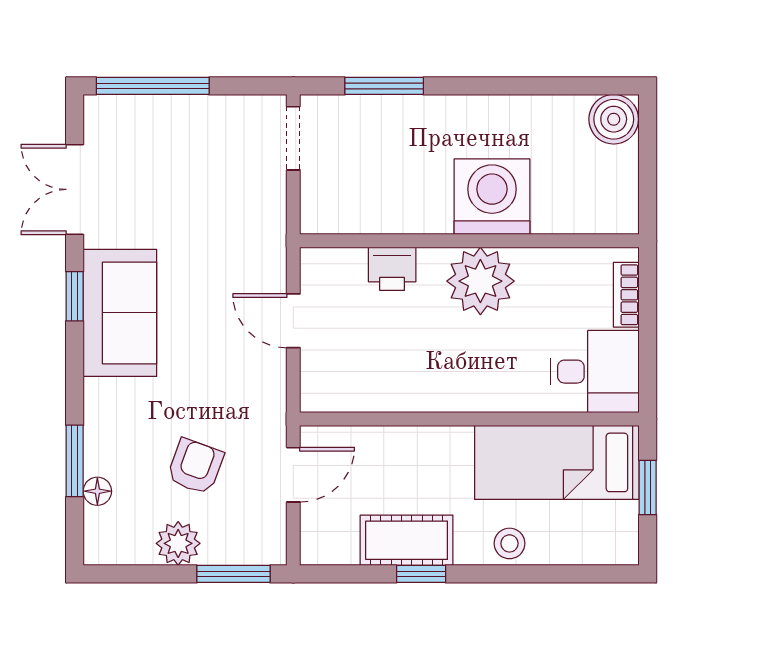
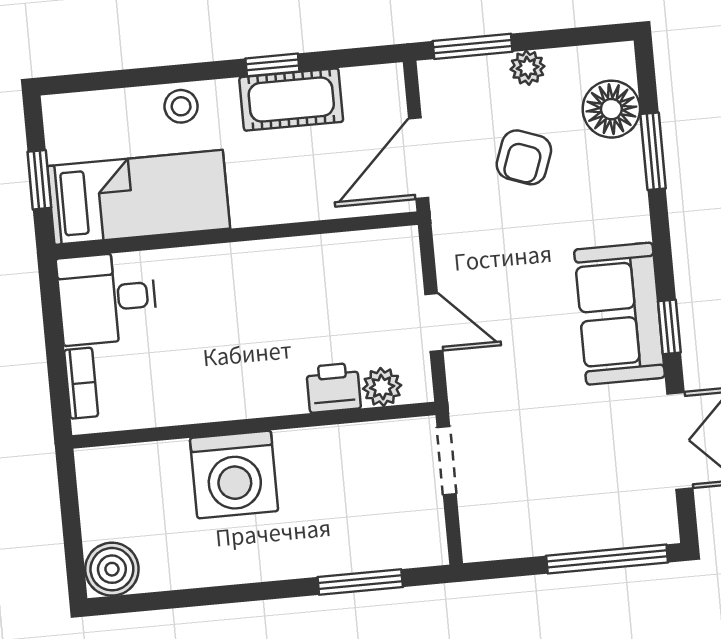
doorway: (293, 138) -> (447, 461), moved
plant: (480, 281) -> (382, 387), moved, width x0.53, depth x0.53
door: (293, 475) -> (419, 158), width x1.38
floor lamp: (97, 491) -> (611, 109), width x1.89, depth x1.89
plant: (178, 543) -> (528, 68), width x0.73, depth x0.73

